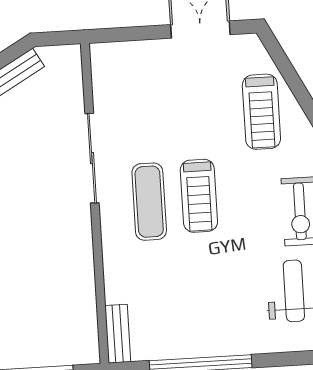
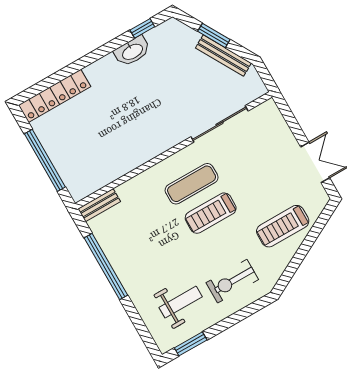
sliding door: (92, 158) -> (220, 124), moved

